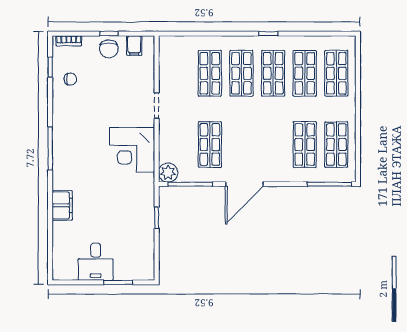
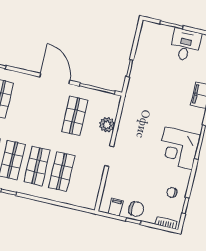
chair: (109, 49) -> (136, 209), turned 90
corner desk: (132, 150) -> (179, 148), moved, turned 180
plant: (168, 173) -> (107, 125), moved
door: (244, 184) -> (55, 79), hinge flipped

